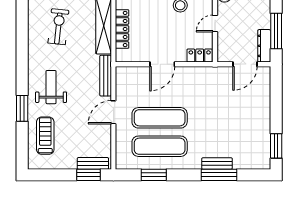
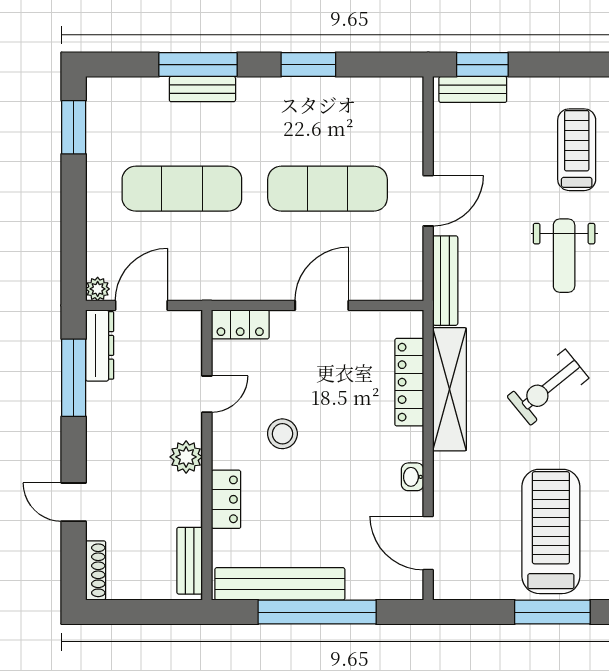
exercise bike: (58, 27) -> (548, 387), turned 45
plant: (265, 72) -> (98, 289), added
treadmill: (45, 136) -> (577, 150), turned 180
exercise mat: (160, 146) -> (182, 189), moved
window: (154, 175) -> (308, 65), moved

